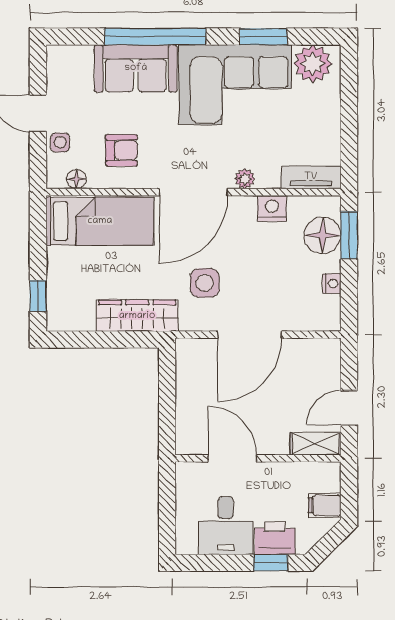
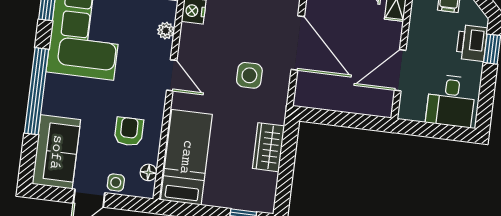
sofa: (136, 68) -> (56, 152), moved
door: (193, 192) -> (172, 75), width x0.53
wardrobe: (137, 316) -> (268, 147), width x0.67
desk: (226, 526) -> (451, 101), moved, turned 90

